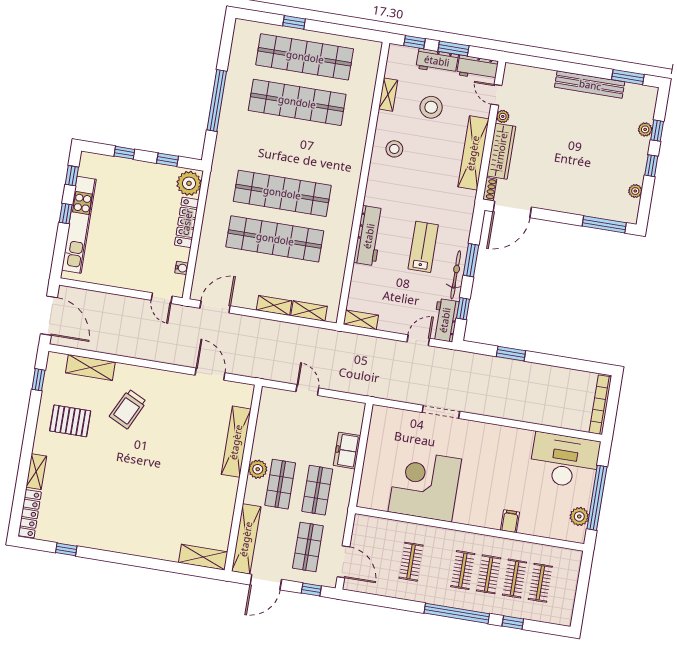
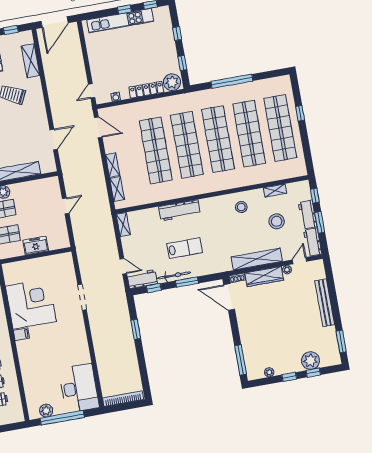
bench: (590, 85) -> (325, 303), moved
plant: (645, 129) -> (311, 361), width x1.88, depth x1.88
shop shelf: (290, 148) -> (218, 139), added
filing cabinet: (510, 521) -> (21, 334), moved

